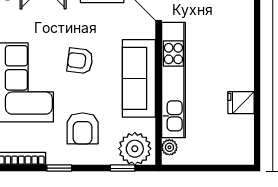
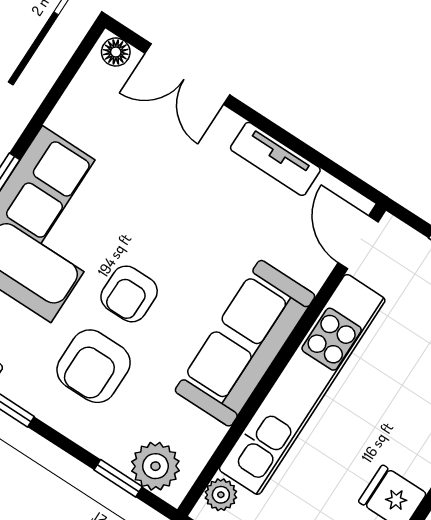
armchair: (80, 61) -> (129, 294), moved, turned -97
plant: (135, 149) -> (155, 466), width x0.73, depth x0.73

